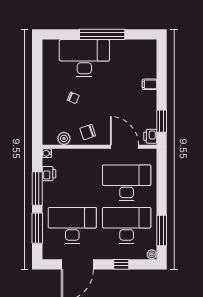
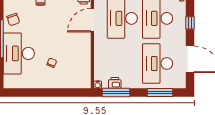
chair: (88, 132) -> (13, 19), moved
plant: (64, 138) -> (85, 70), removed
window: (37, 188) -> (116, 93), moved

